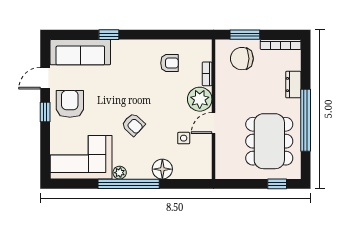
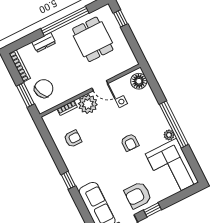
window: (109, 35) -> (68, 180), moved
chair: (242, 59) -> (44, 89), turned -116
armchair: (169, 63) -> (73, 139), turned 90
armchair: (133, 125) -> (130, 142), turned 137
dining table: (269, 141) -> (93, 39), width x0.73
floor lamp: (162, 169) -> (139, 81), moved

